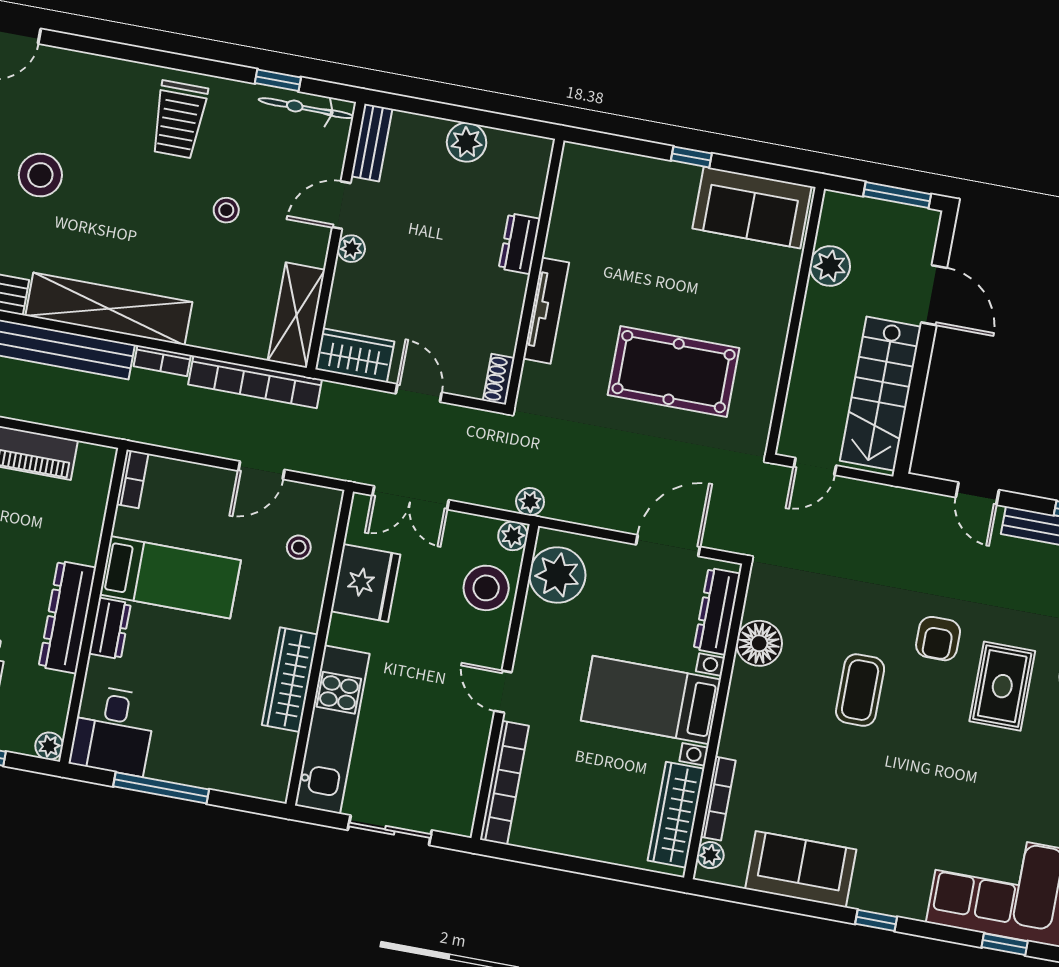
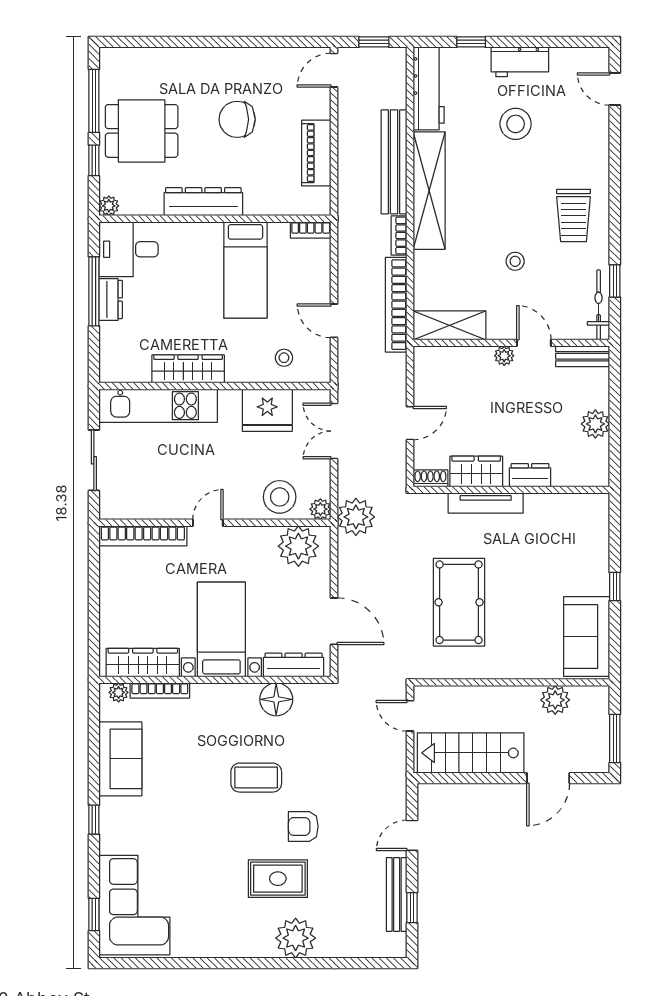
trolley: (179, 120) -> (574, 216), turned -90
wardrobe: (355, 355) -> (476, 471), moved, turned -90
plant: (530, 502) -> (356, 517), width x1.87, depth x1.87
dresser: (110, 628) -> (111, 300), moved, turned -90

